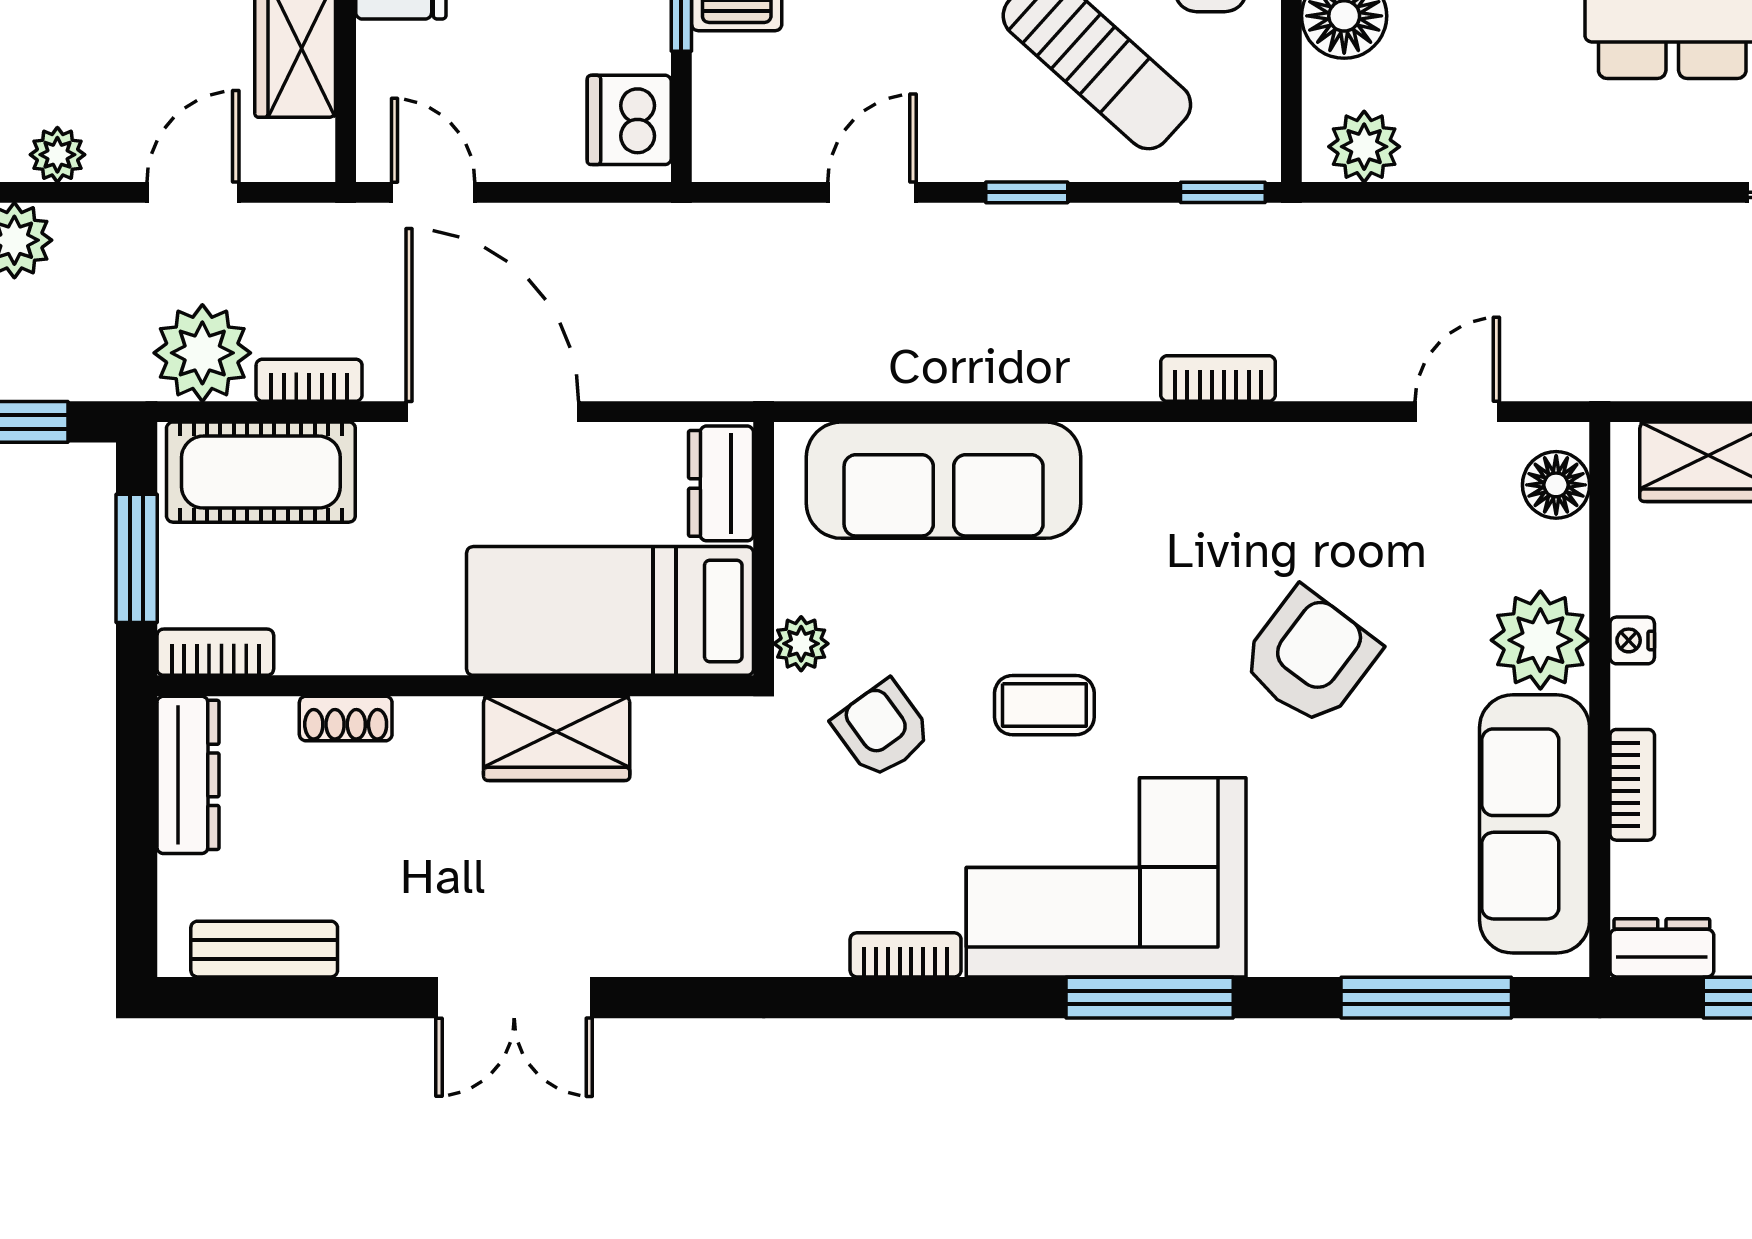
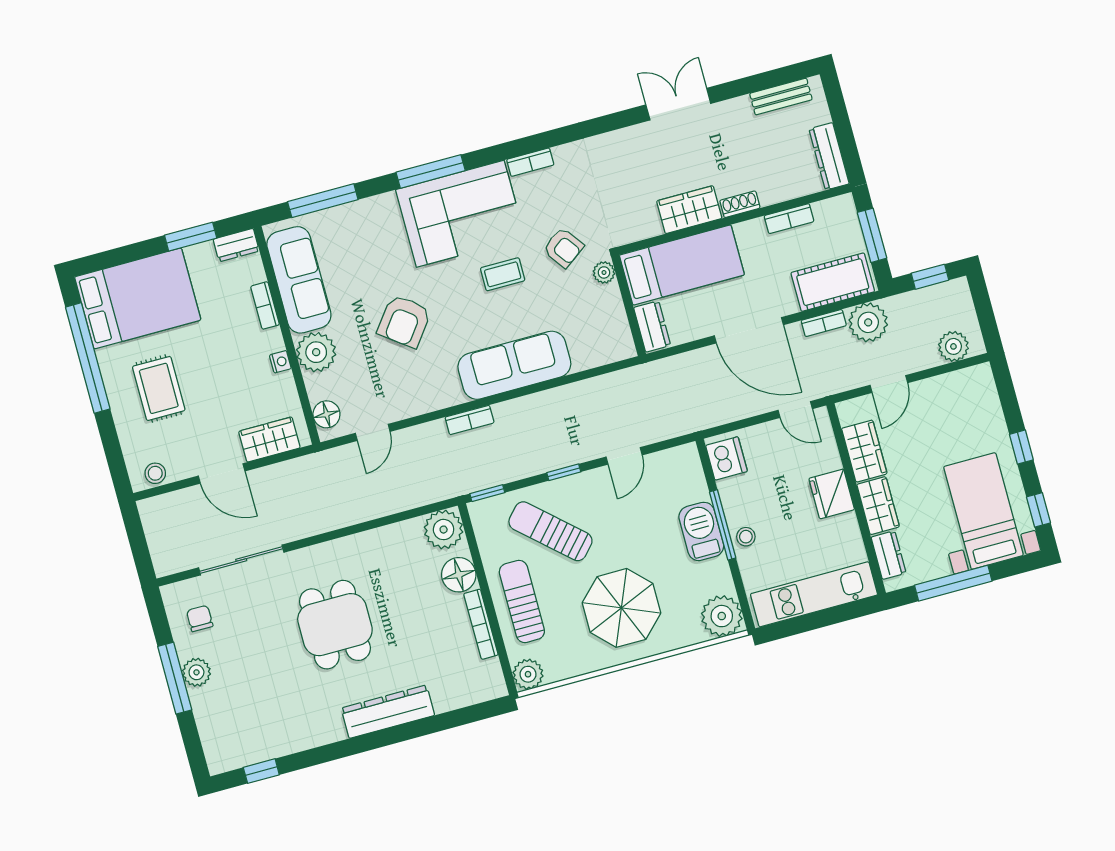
plant: (1364, 147) -> (444, 530), width x1.36, depth x1.36
plant: (57, 155) -> (946, 384), removed
sofa: (944, 480) -> (514, 365), moved
bookcase: (215, 652) -> (789, 219), moved
shoe rack: (346, 718) -> (740, 204), moved

